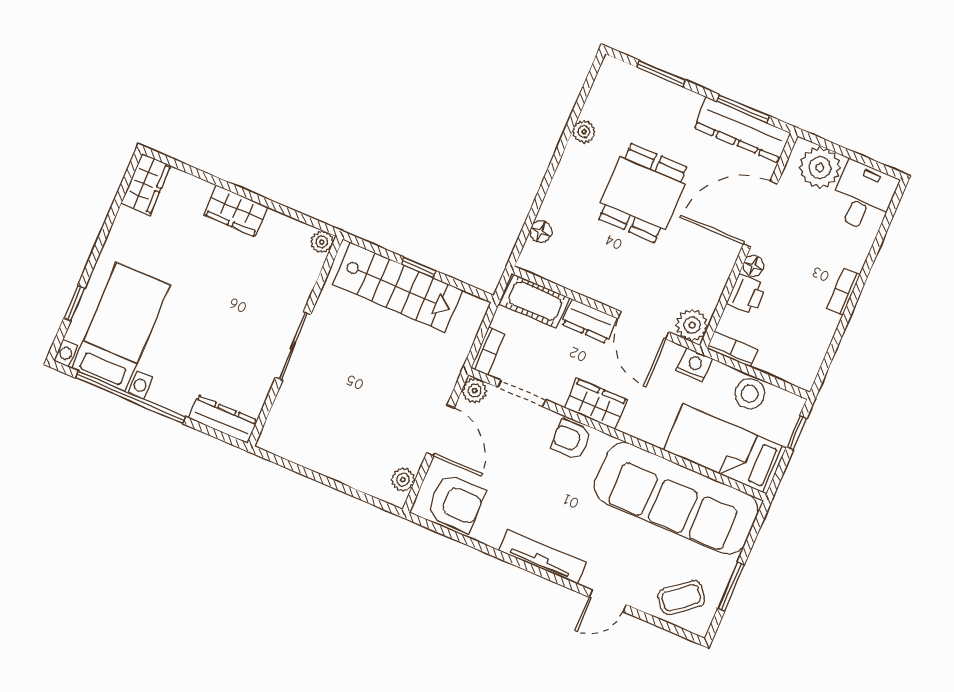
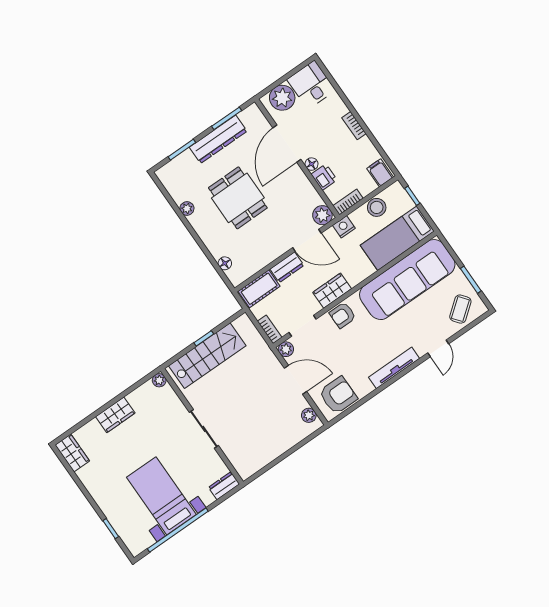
dresser: (742, 130) -> (218, 139), moved
bed with nightstands: (121, 327) -> (161, 496), moved
filing cabinet: (801, 368) -> (380, 173), added
dresser: (223, 419) -> (224, 486), width x0.70

